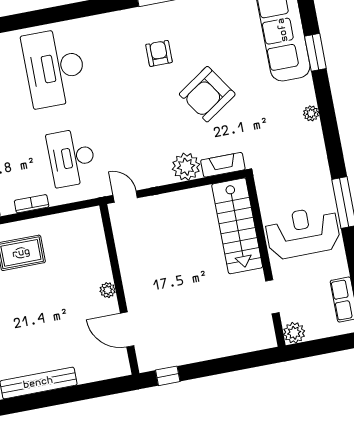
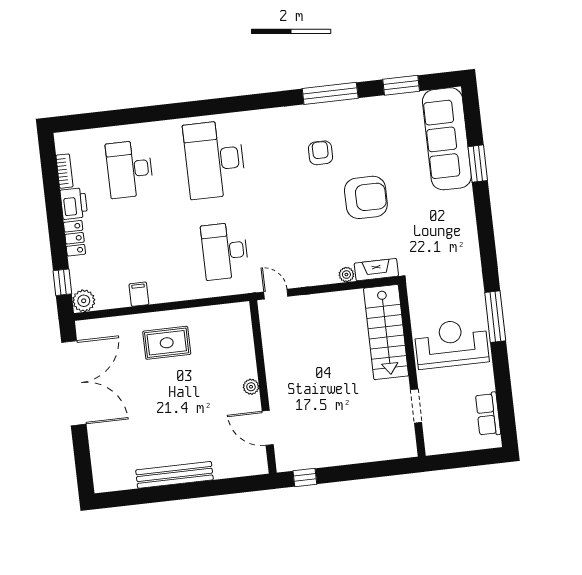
armchair: (207, 94) -> (366, 197), turned -146
plant: (311, 113) -> (469, 225), removed
plant: (186, 167) -> (346, 275), width x0.53, depth x0.53
bookcase: (32, 204) -> (181, 294), removed
plant: (294, 333) -> (435, 444), removed

